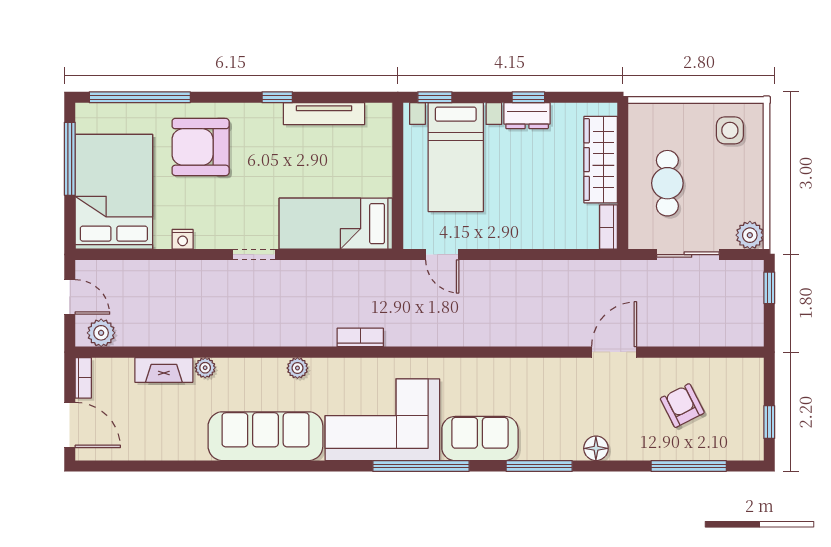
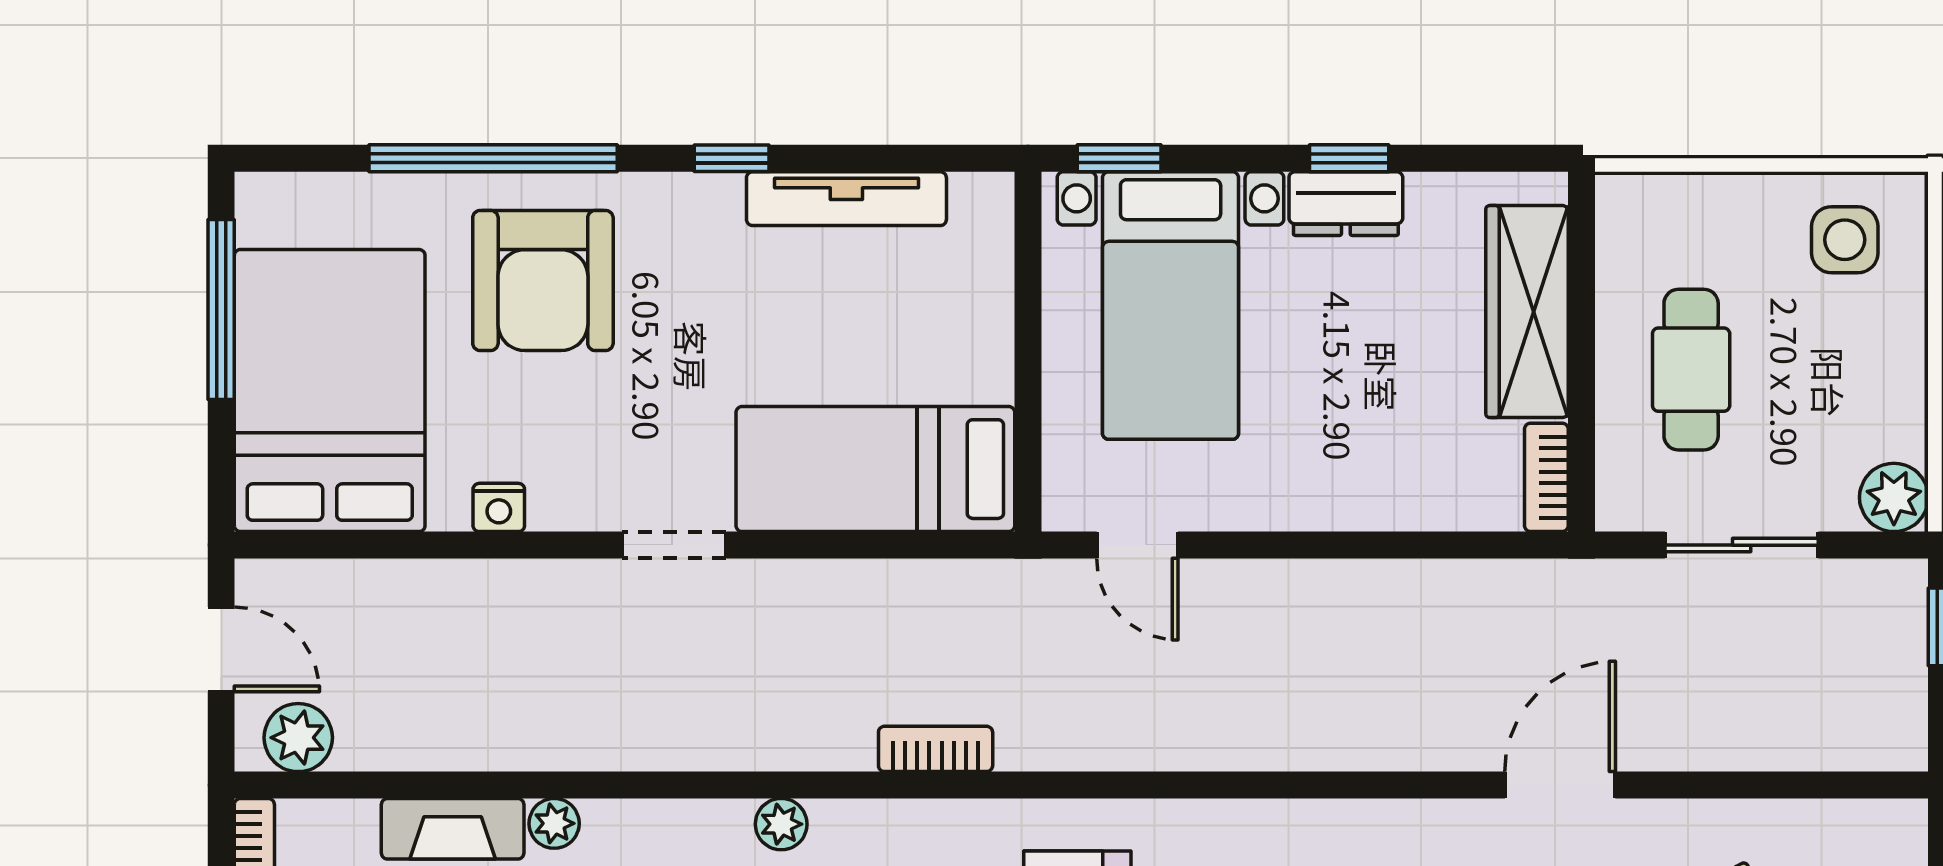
window: (140, 97) -> (493, 158), moved
armchair: (201, 147) -> (543, 280), turned -90

